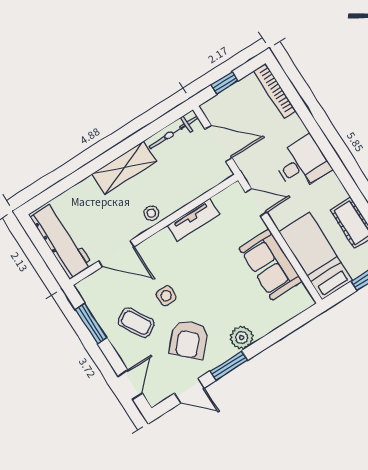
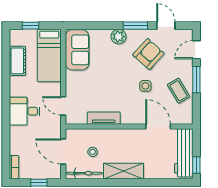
bookcase: (275, 91) -> (14, 167), width x0.64
stool: (151, 213) -> (93, 152), moved
window: (35, 235) -> (196, 165), added
sofa: (271, 265) -> (77, 50), moved
coffee table: (136, 323) -> (179, 91), moved
window: (91, 324) -> (196, 80), moved

